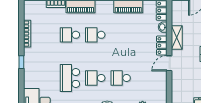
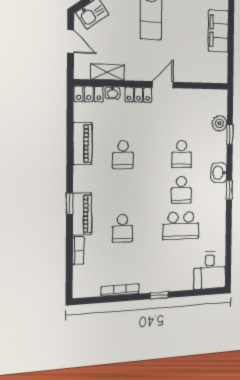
school desk: (95, 35) -> (123, 154), moved
shelving: (177, 37) -> (108, 72), moved
door: (169, 63) -> (163, 85), swing flipped

